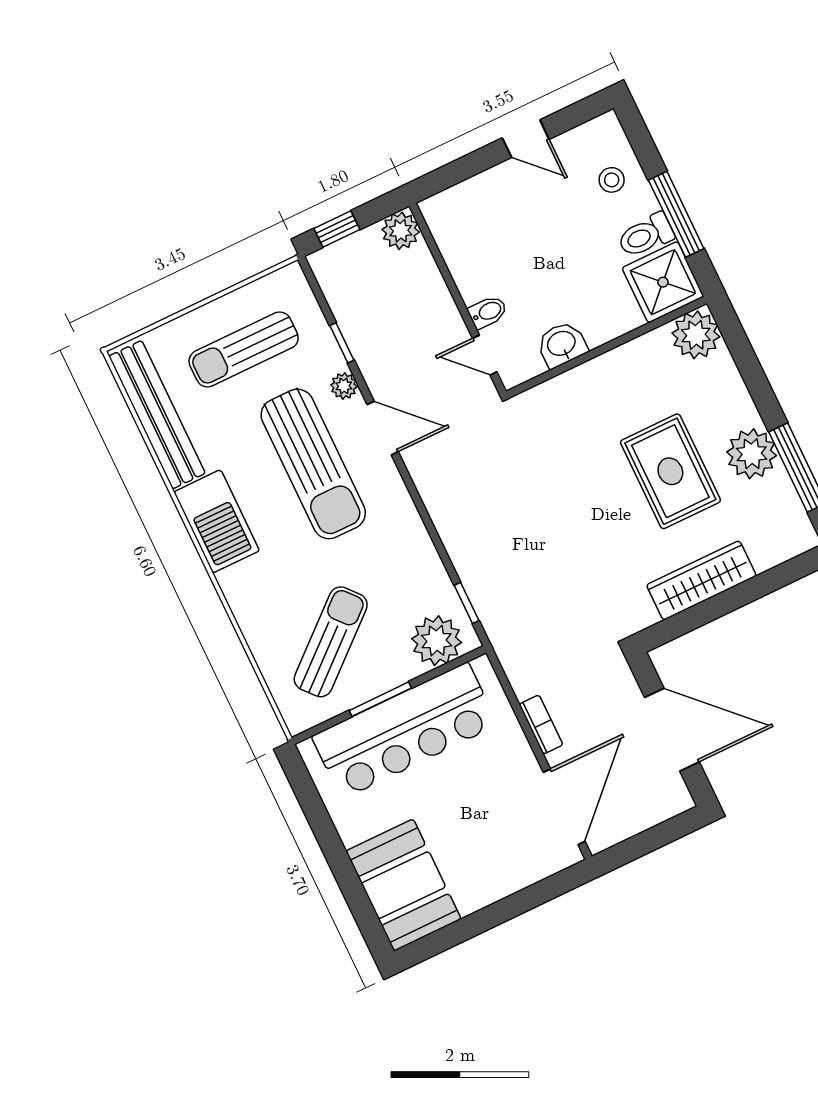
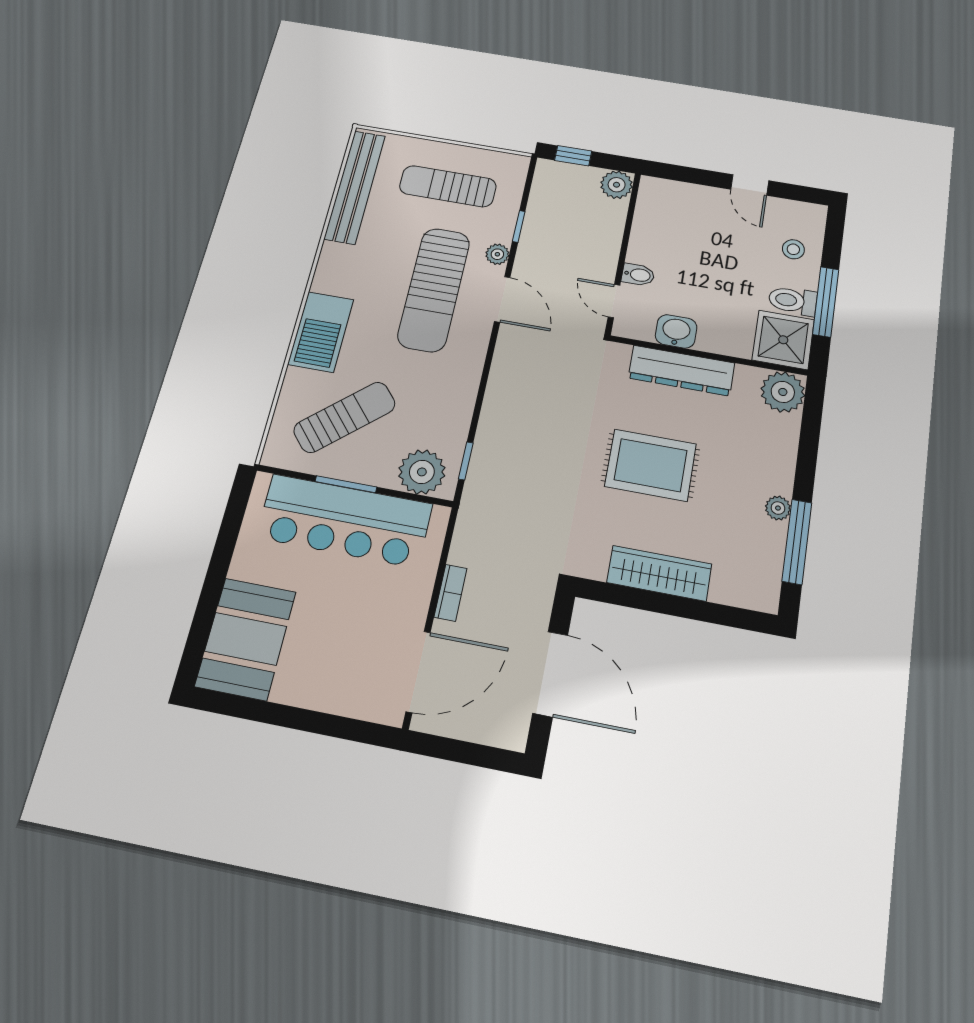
dresser: (593, 380) -> (681, 371), added
plant: (752, 454) -> (778, 508), width x0.53, depth x0.53
rug: (670, 471) -> (651, 465), moved, turned 90
barbecue: (217, 521) -> (321, 332), moved

